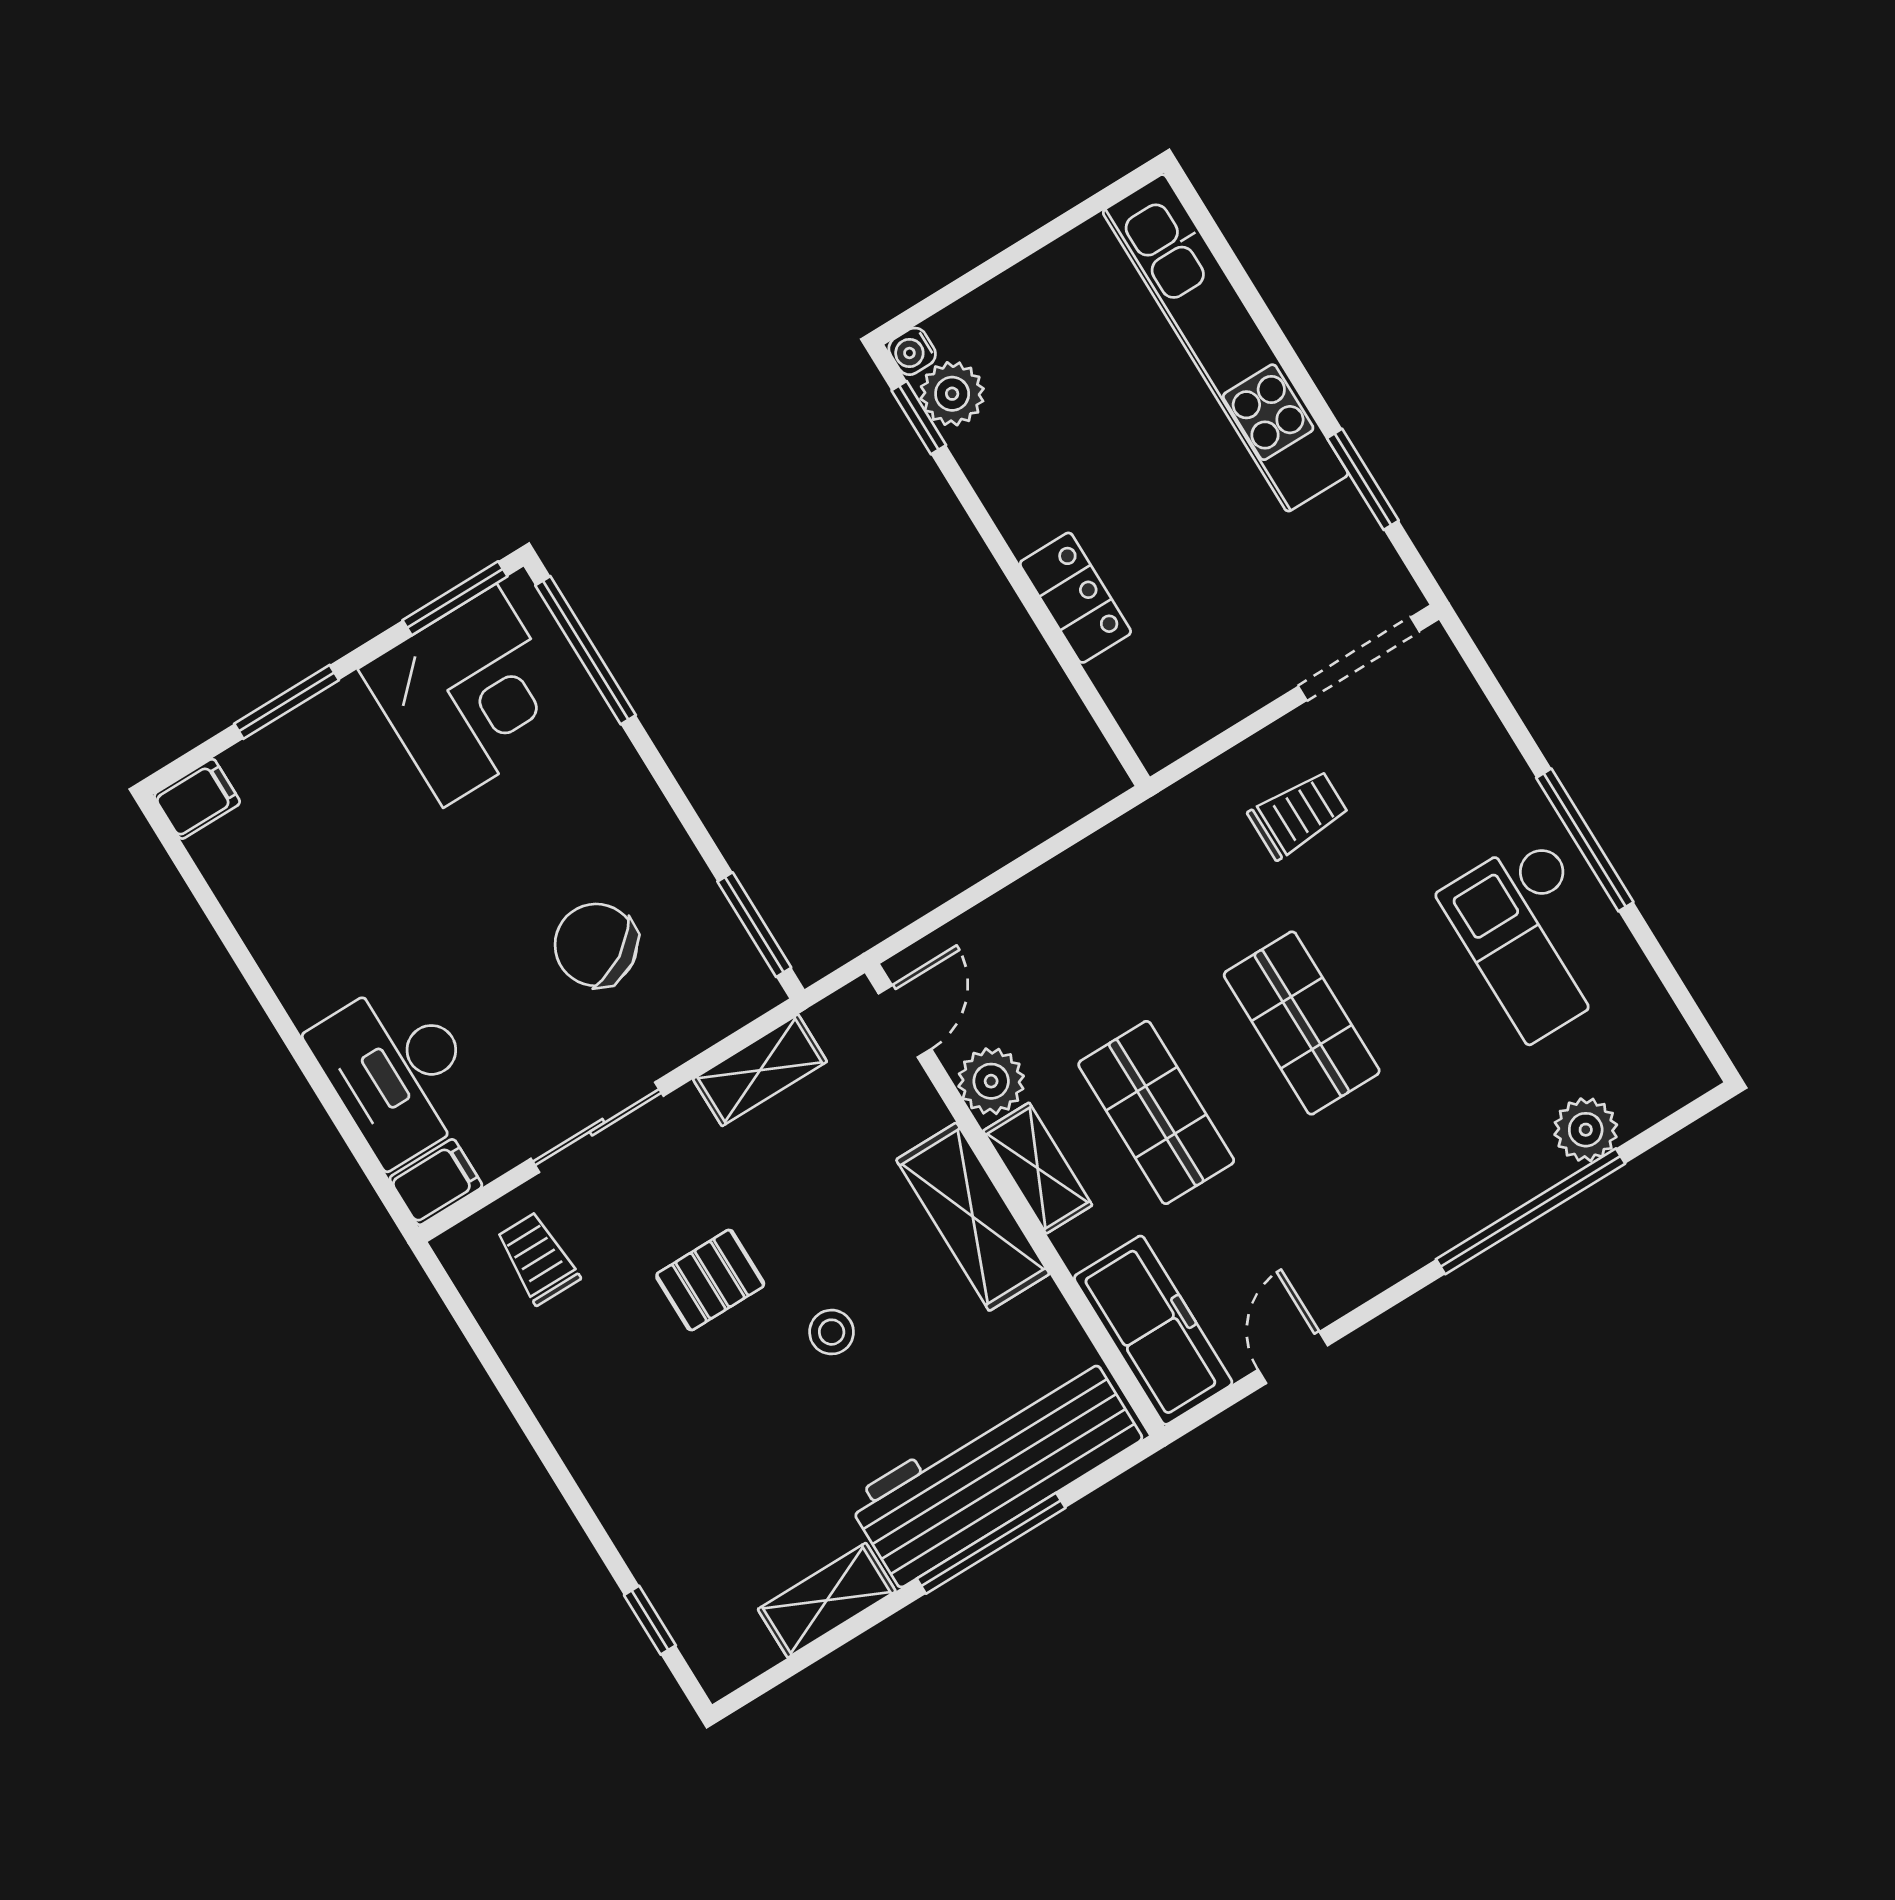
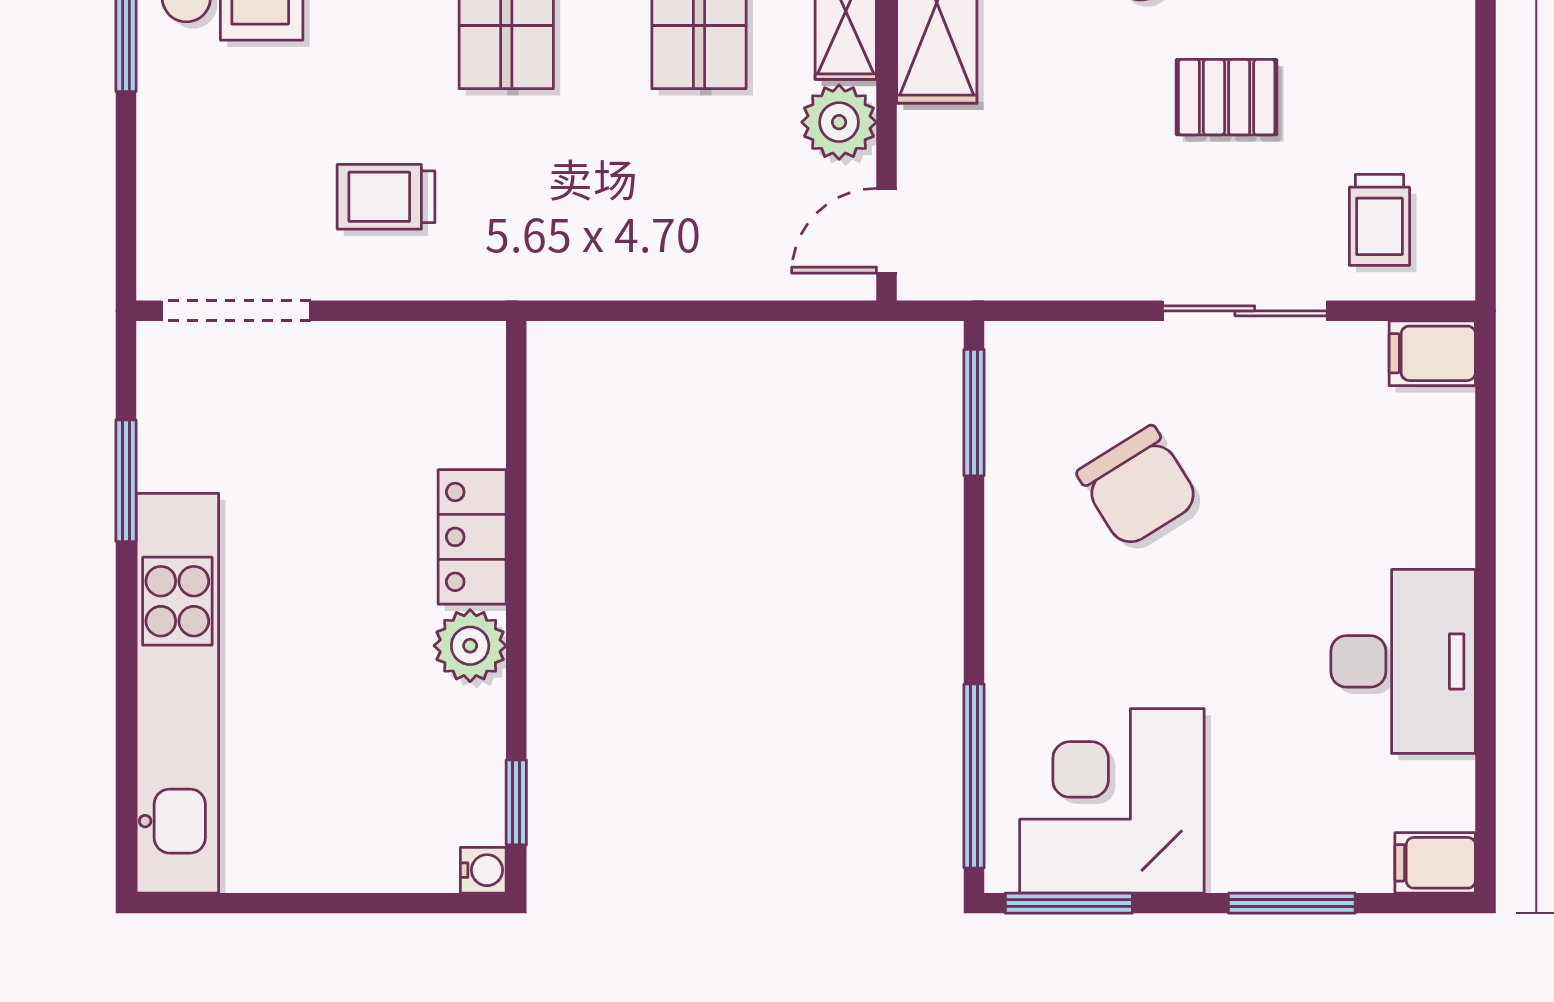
plant: (952, 394) -> (470, 646), moved
shelving: (760, 1070) -> (1055, 269), removed
desk: (398, 1071) -> (1403, 661), moved

